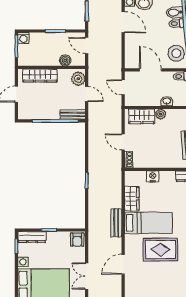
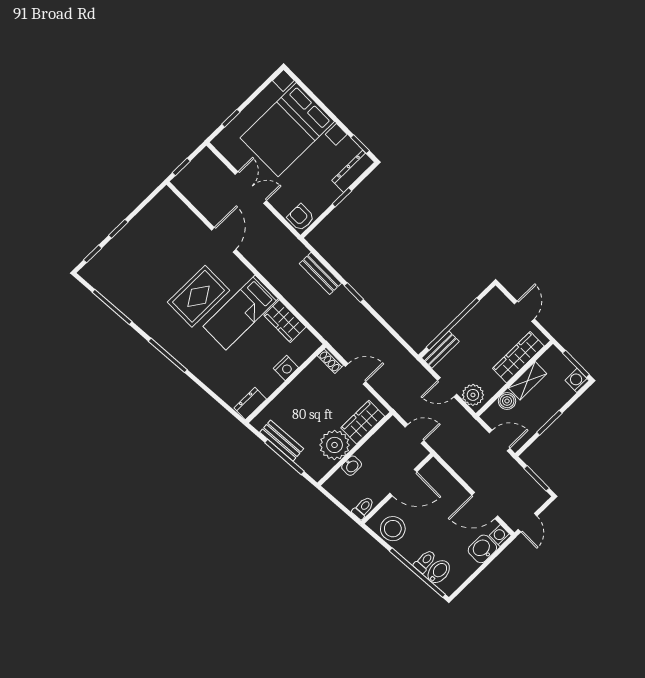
shelving: (46, 60) -> (528, 381), added
plant: (161, 114) -> (335, 445), width x1.88, depth x1.88
bench: (116, 223) -> (320, 273), moved

